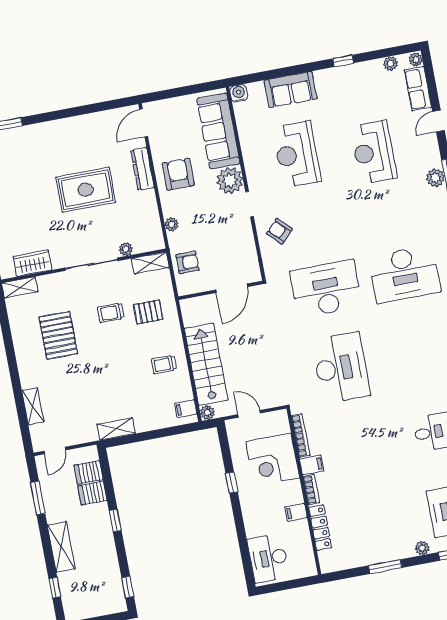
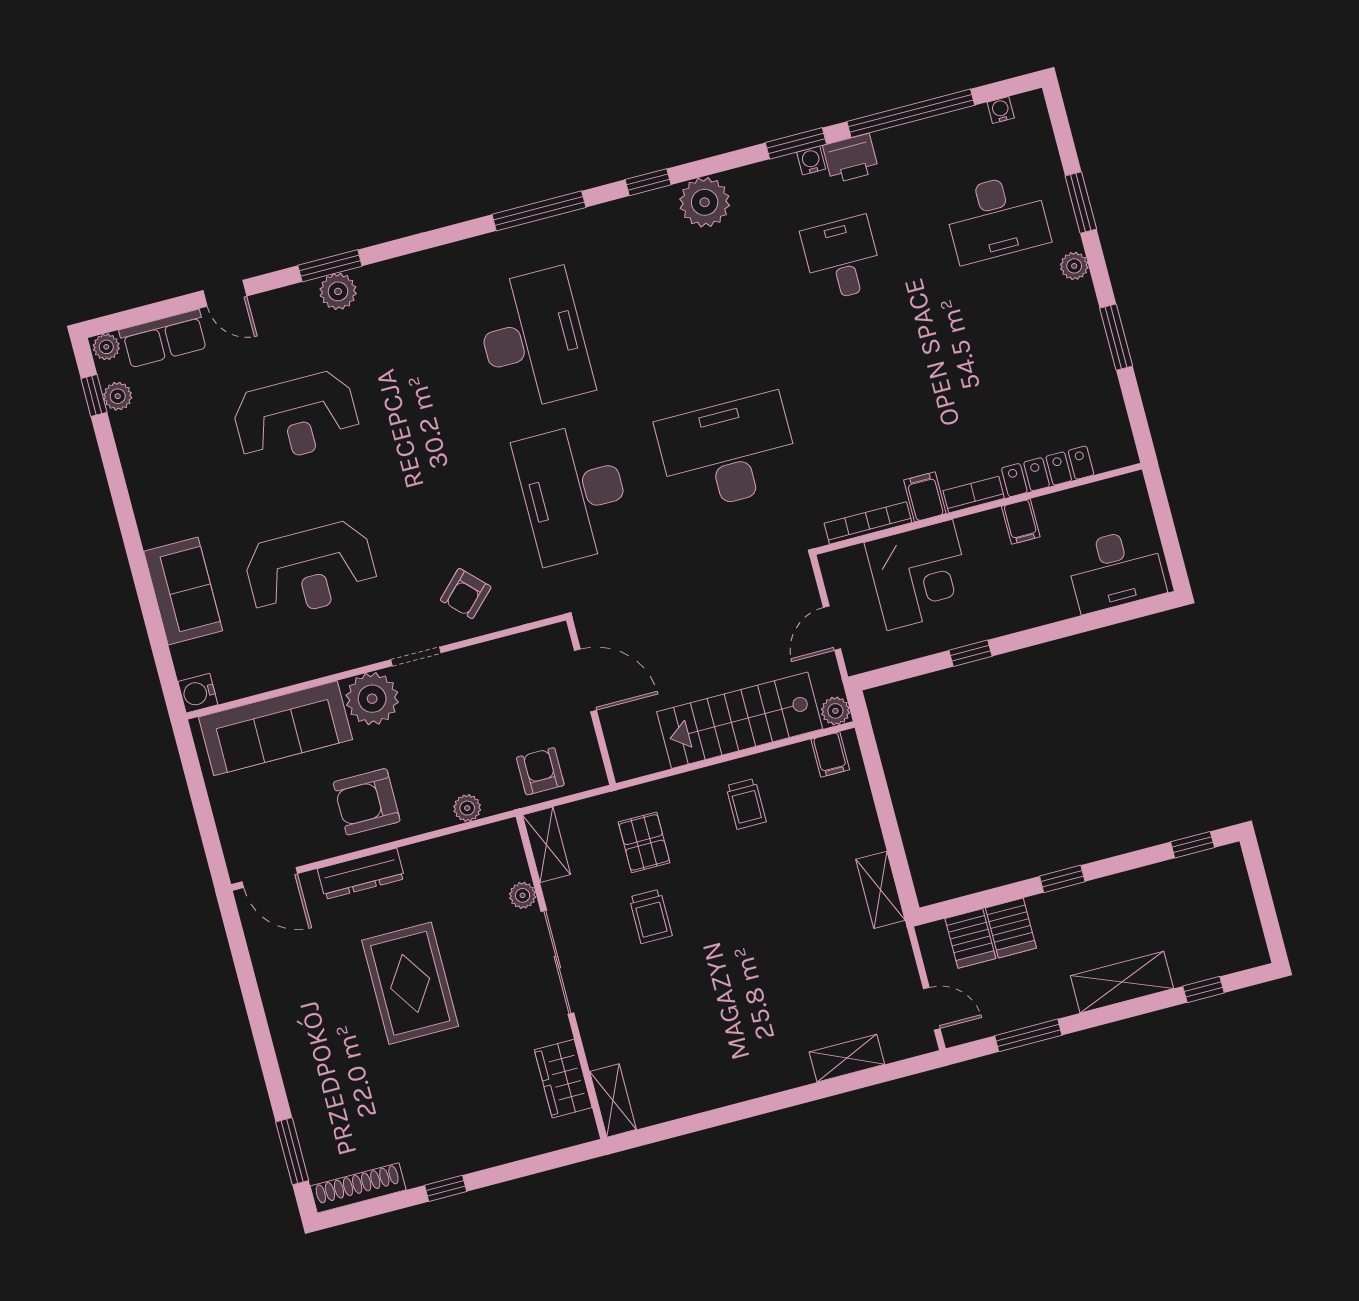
window: (343, 61) -> (94, 395), moved
pallet: (58, 335) -> (703, 1017), removed

